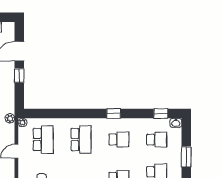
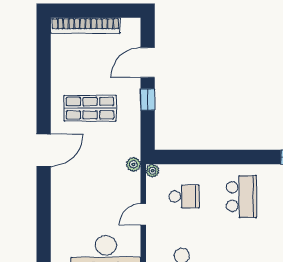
school desk: (43, 140) -> (184, 197), width x0.54

